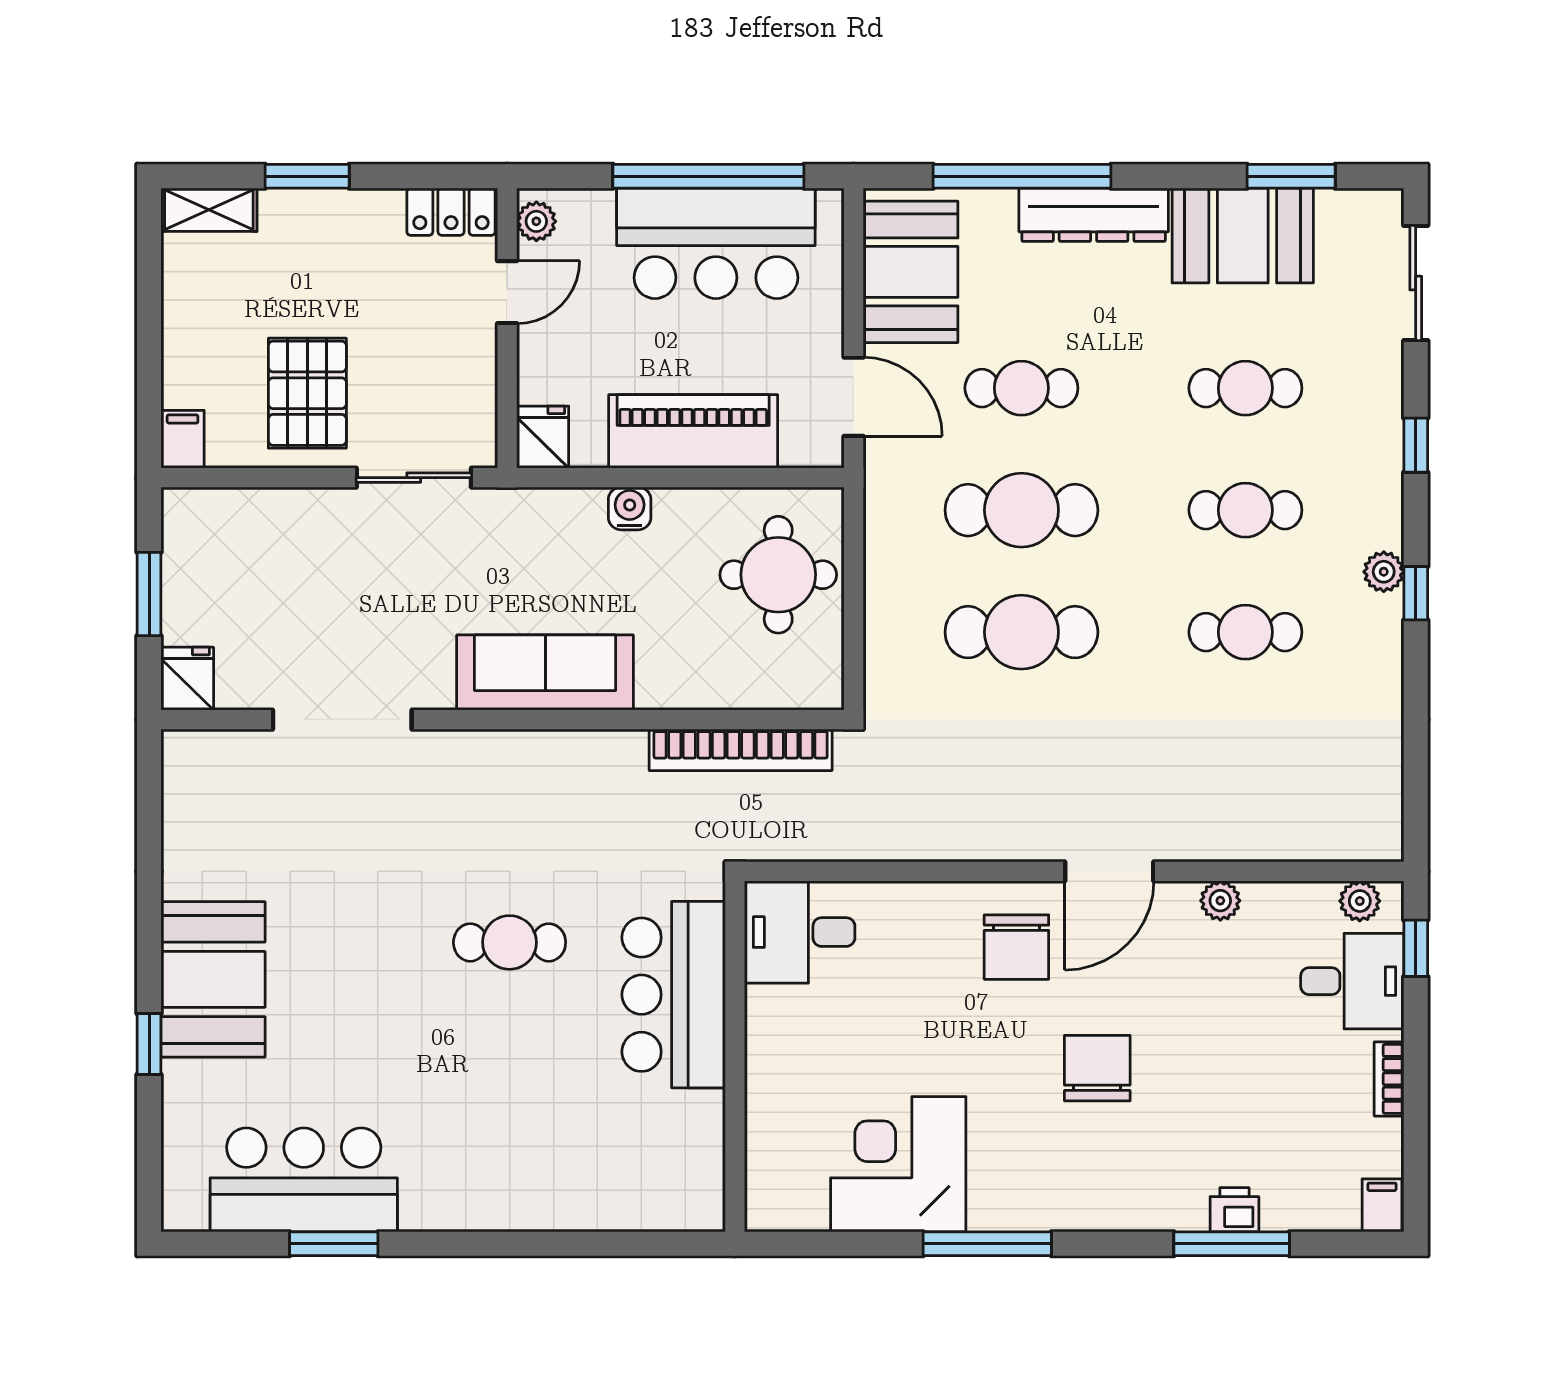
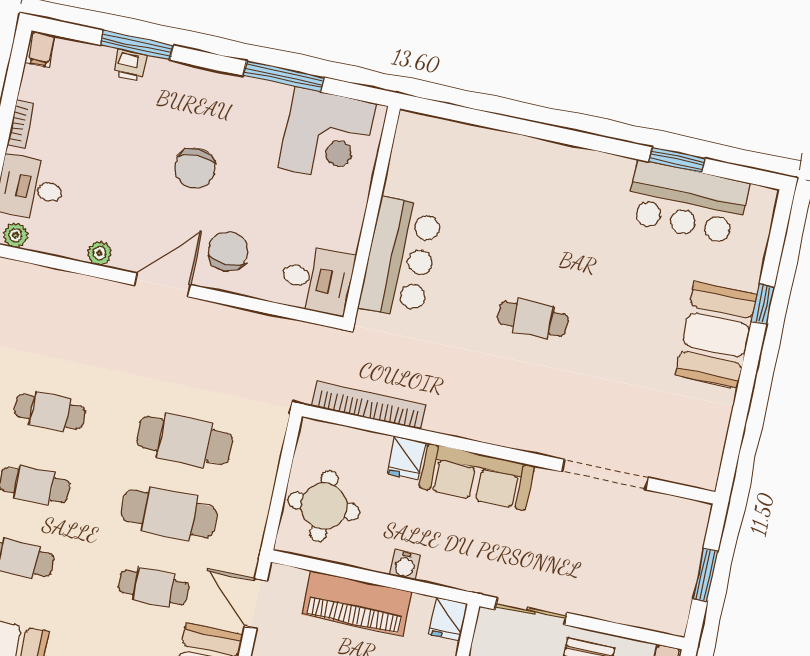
fridge: (187, 679) -> (406, 458), moved
desk: (800, 932) -> (317, 280), moved
bar counter: (674, 995) -> (401, 258), moved
wall: (735, 1056) -> (372, 213), moved

